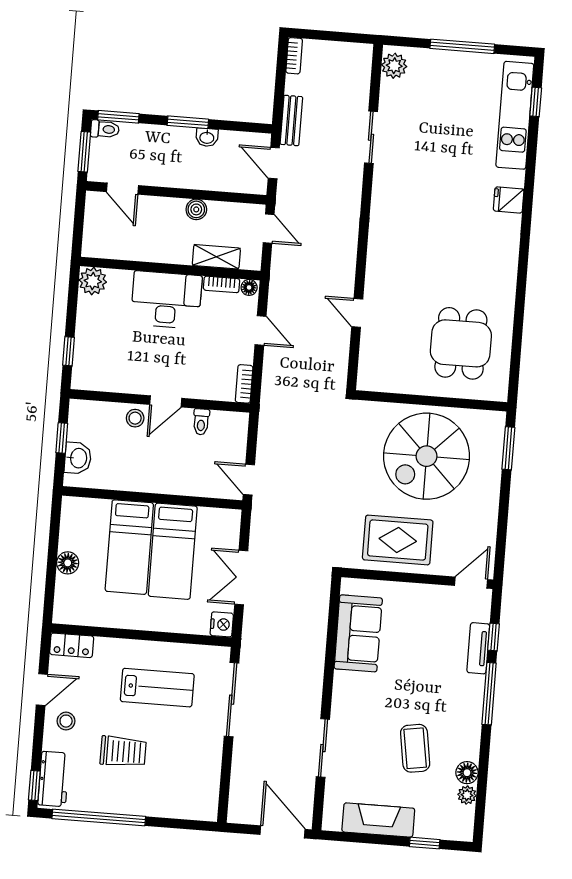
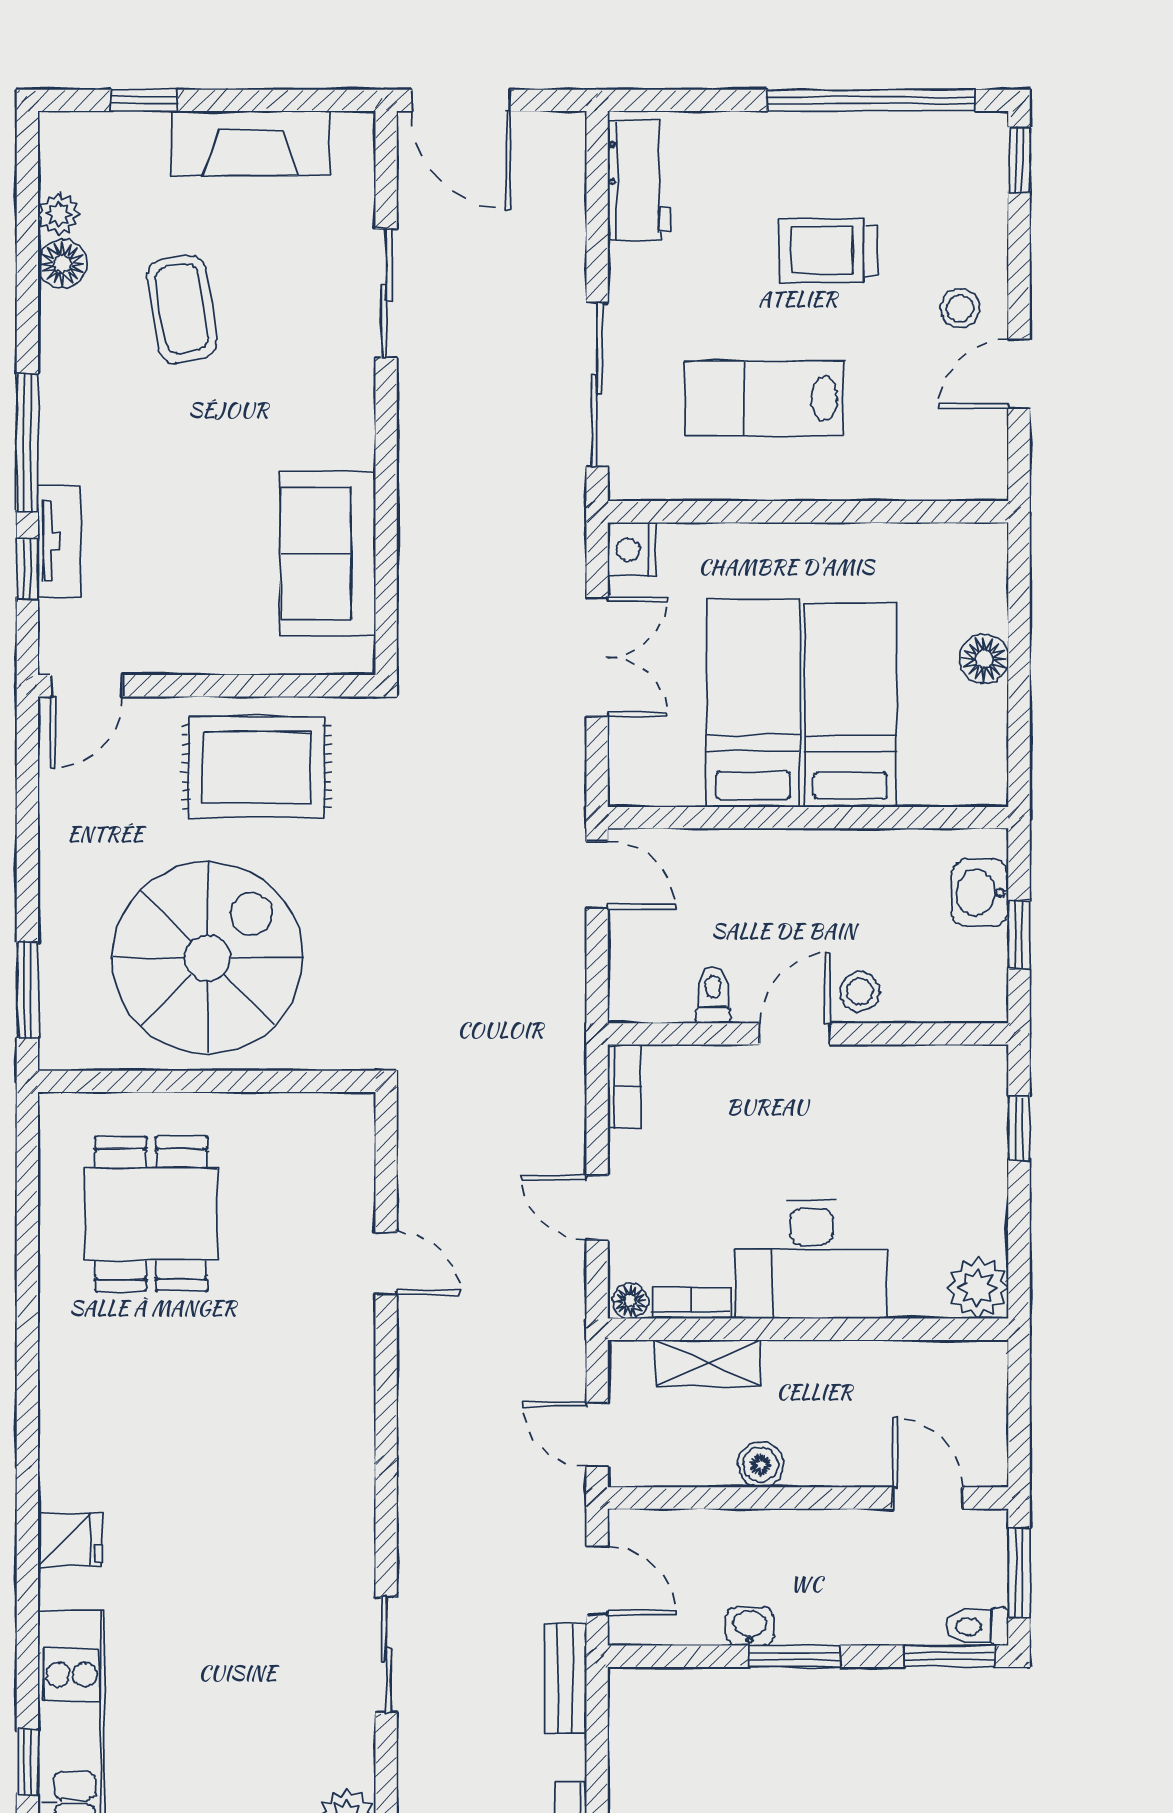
locker: (72, 645) -> (961, 477), removed
workbench: (54, 779) -> (639, 181), moved, turned 180

